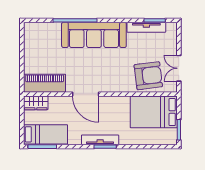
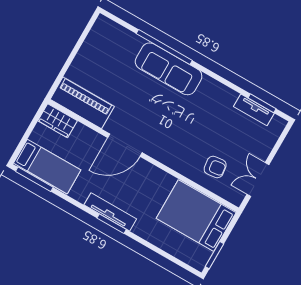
tv unit: (146, 27) -> (254, 110), width x0.71
sofa: (94, 35) -> (169, 69), width x0.74, depth x0.79
armchair: (148, 76) -> (215, 167), width x0.53, depth x0.53
door: (86, 94) -> (125, 145), hinge flipped

